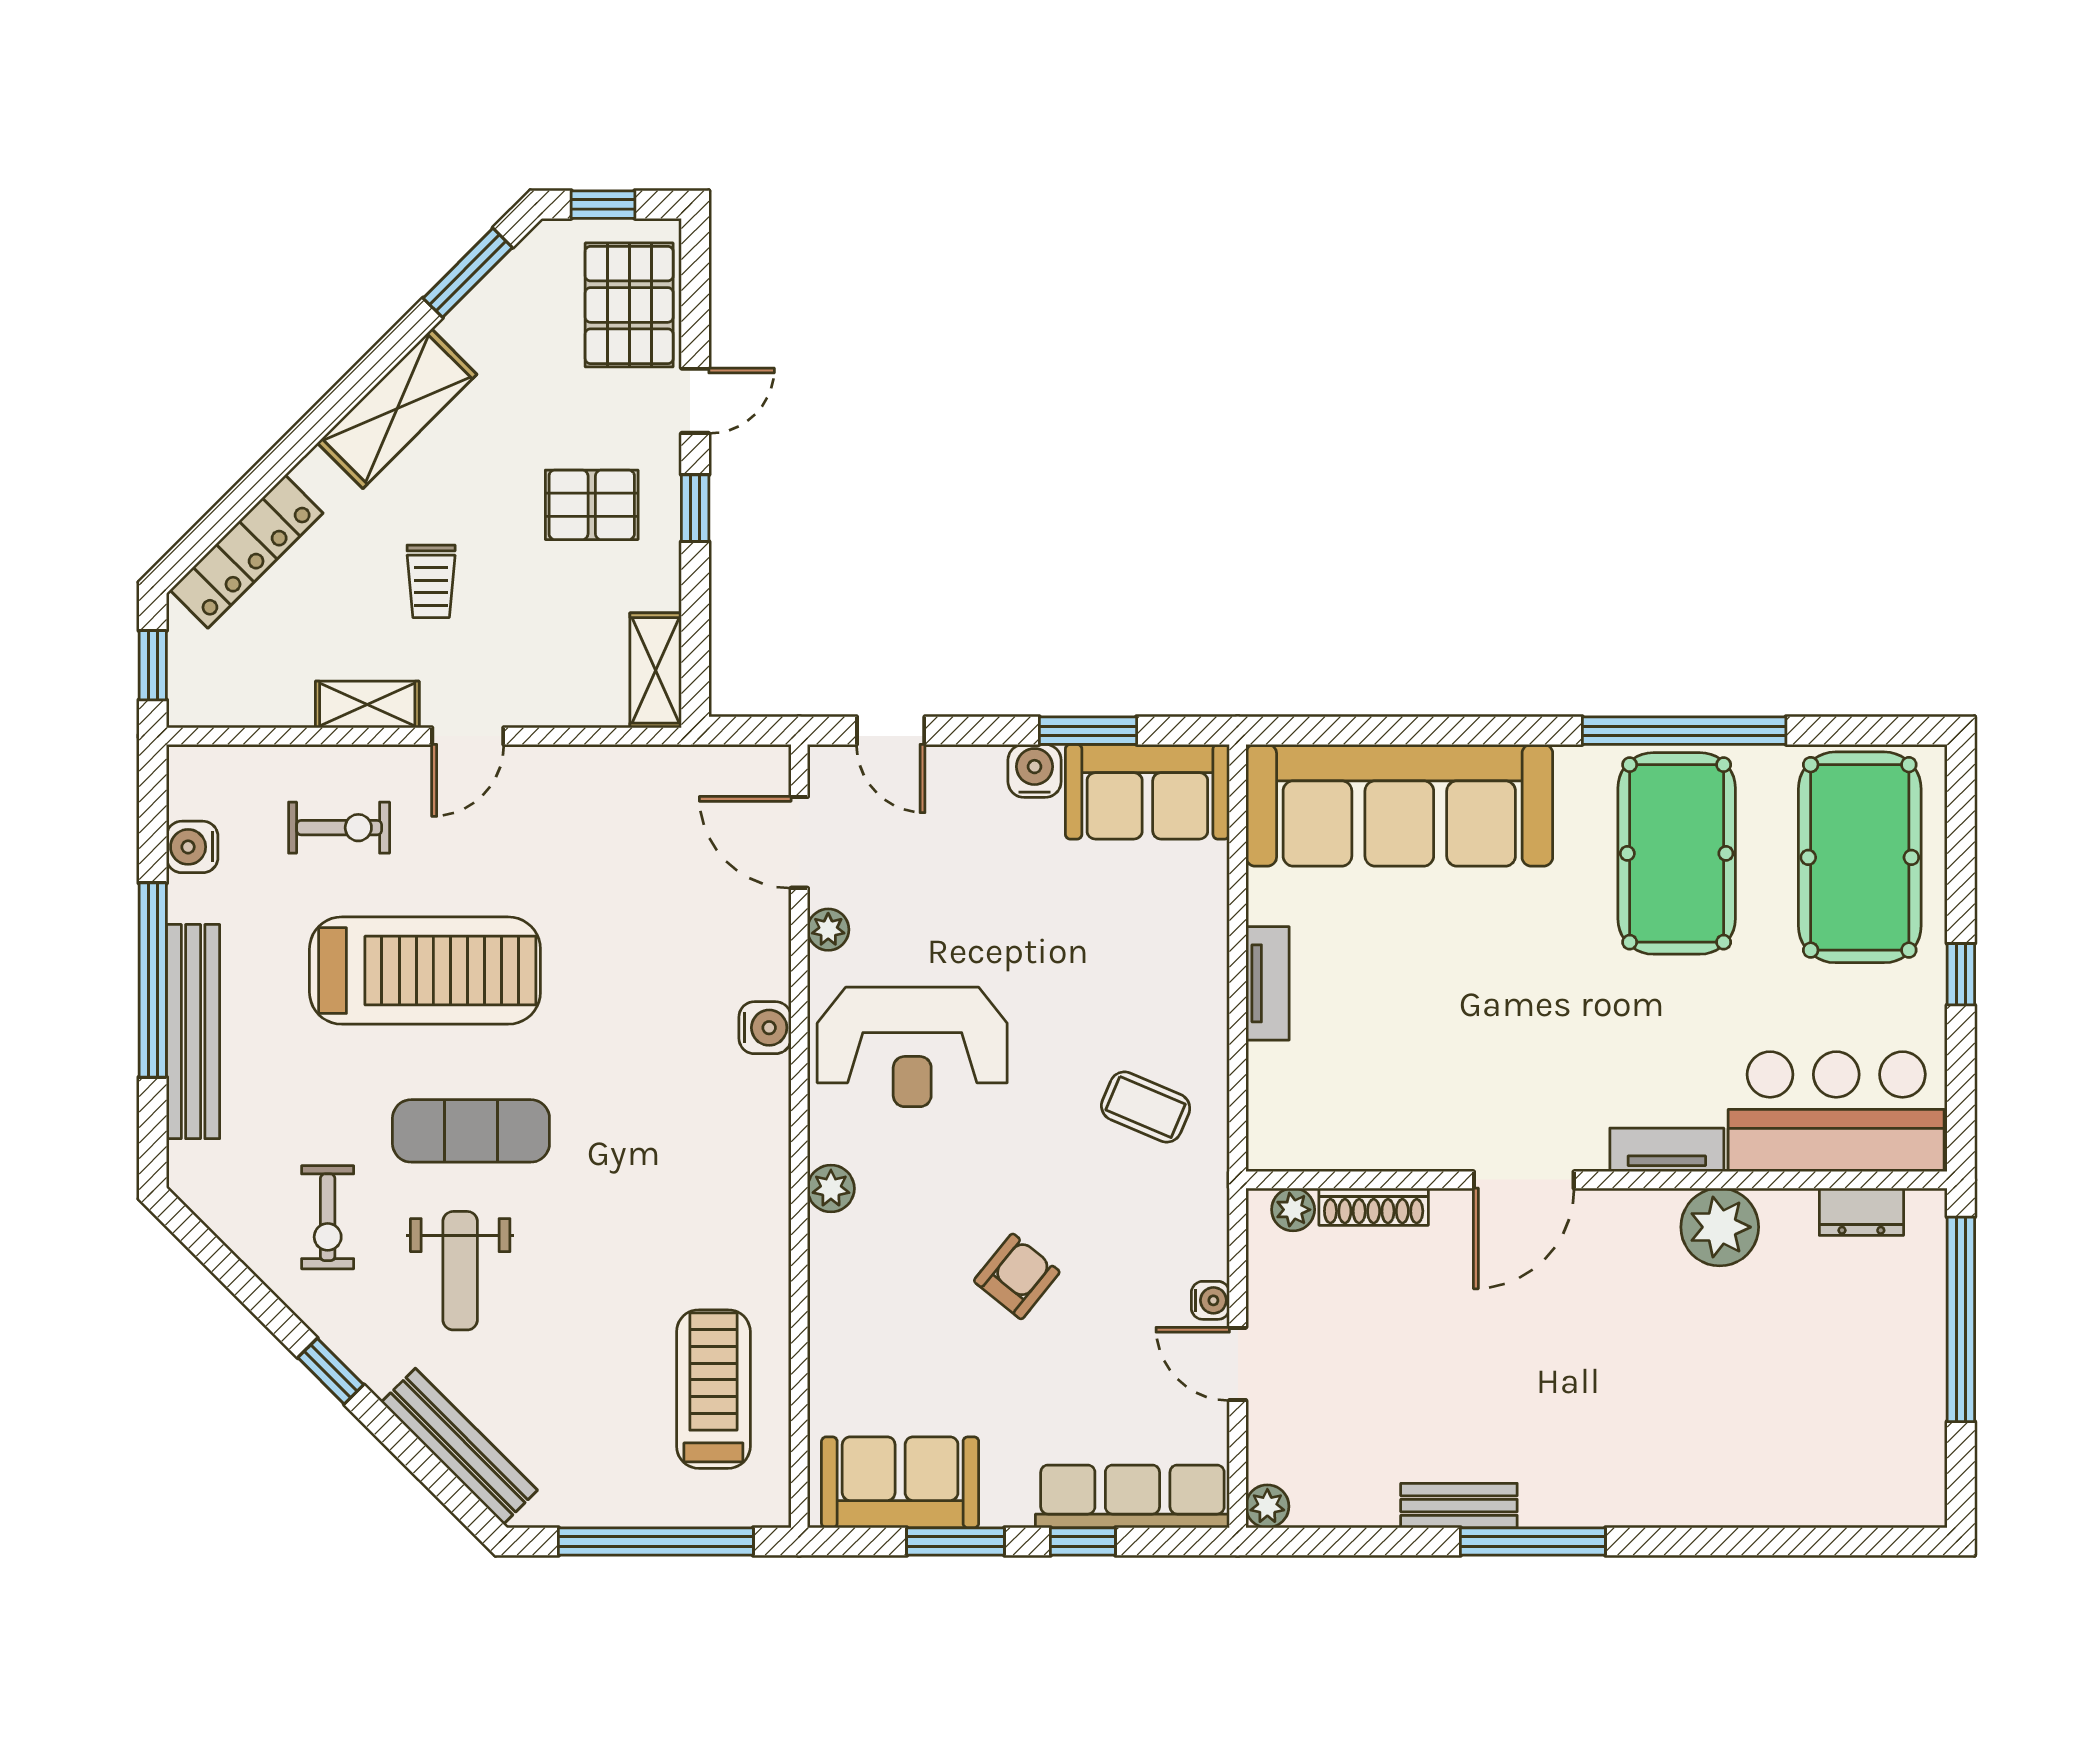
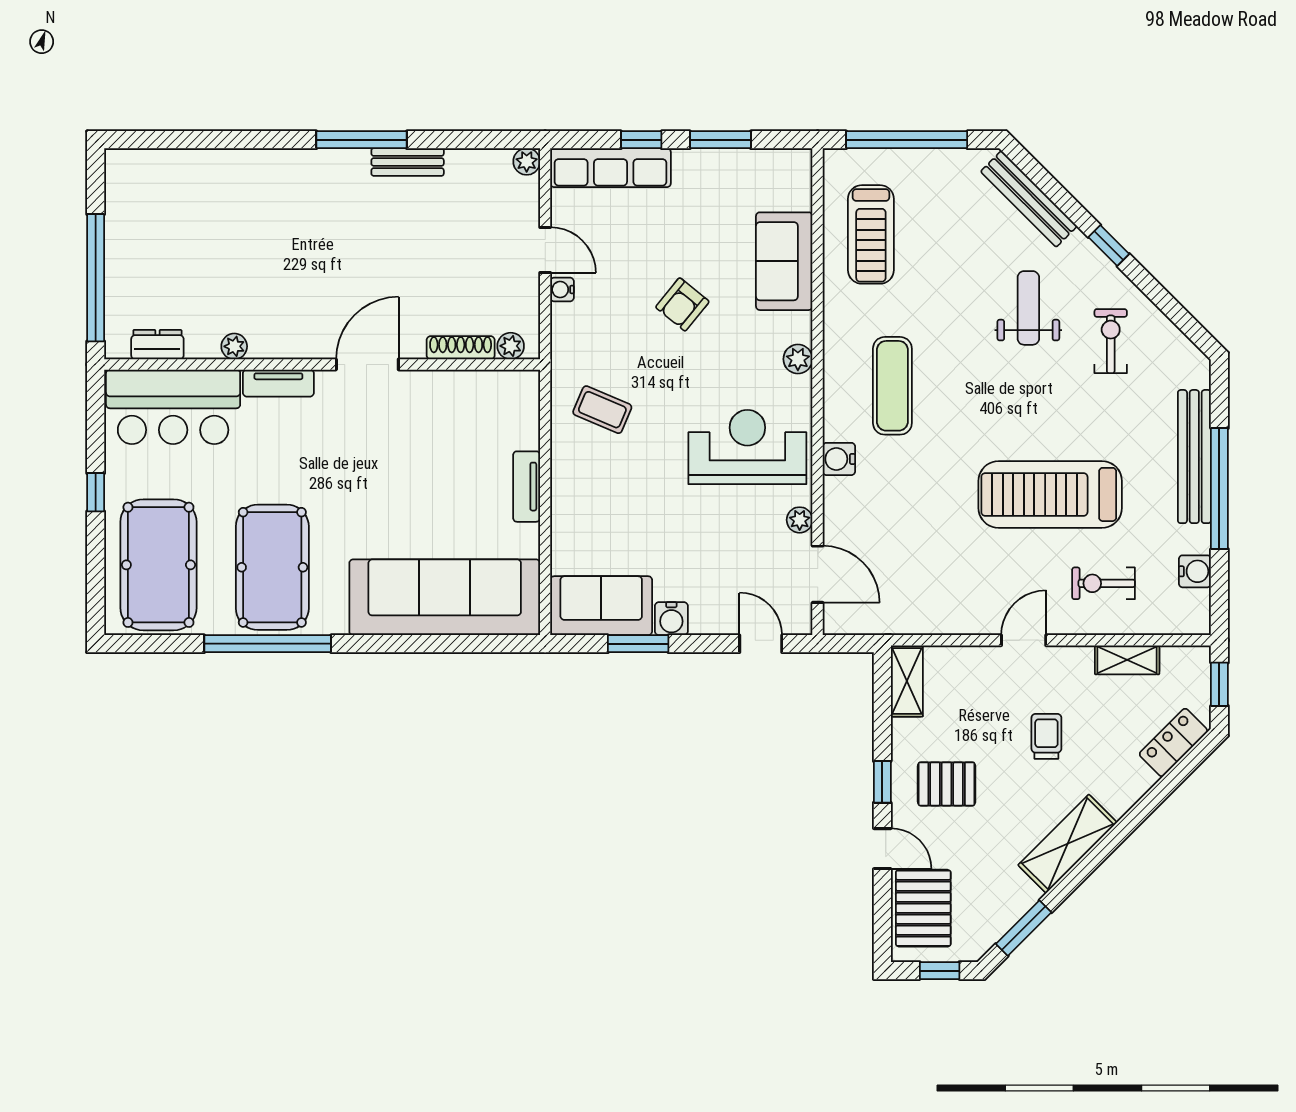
door: (695, 401) -> (882, 849), swing flipped
locker: (247, 552) -> (1173, 743), width x0.66
shelving: (367, 704) -> (1127, 660), moved
exercise mat: (471, 1131) -> (892, 386), moved, turned 90
plant: (1720, 1227) -> (234, 346), width x0.53, depth x0.53
sofa: (900, 1482) -> (784, 261), moved, turned 90

